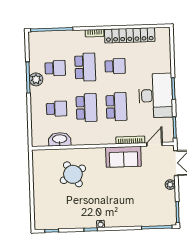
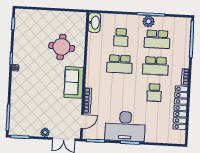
school desk: (55, 68) -> (157, 39), width x1.85
school desk: (116, 107) -> (118, 91), removed
washbasin: (60, 139) -> (94, 23), moved
door: (155, 144) -> (82, 122), hinge flipped
sofa: (123, 157) -> (74, 82), moved
round table: (73, 174) -> (62, 47), turned 36

